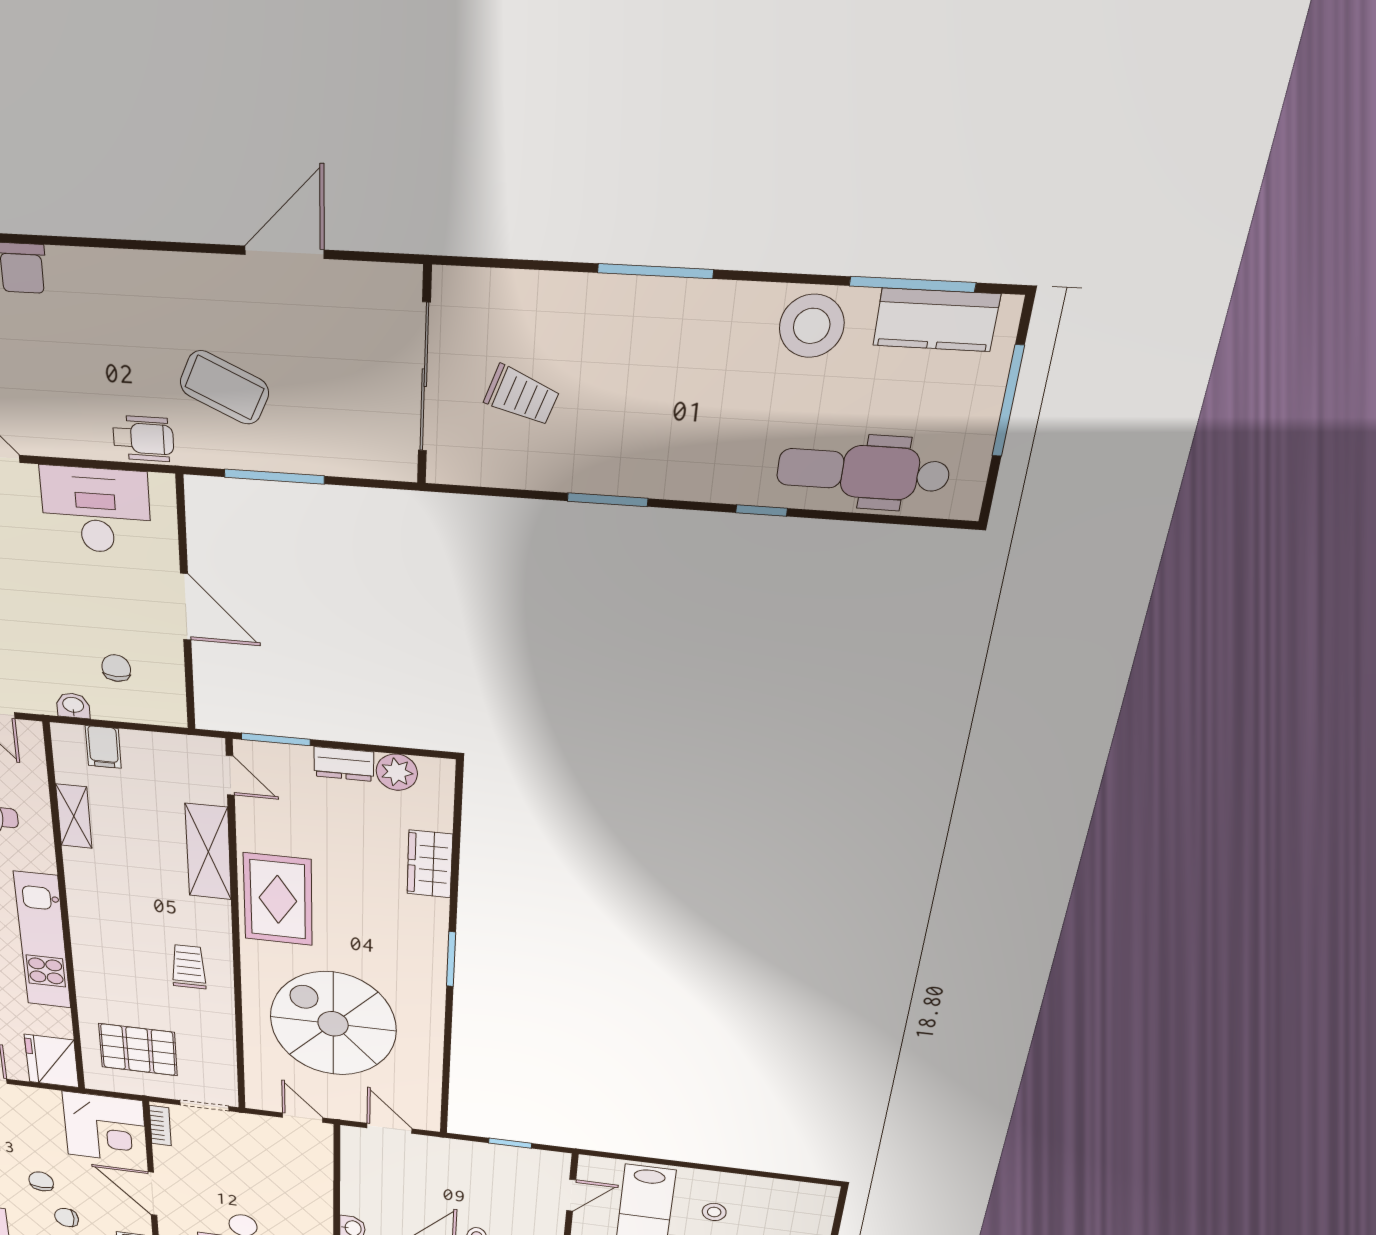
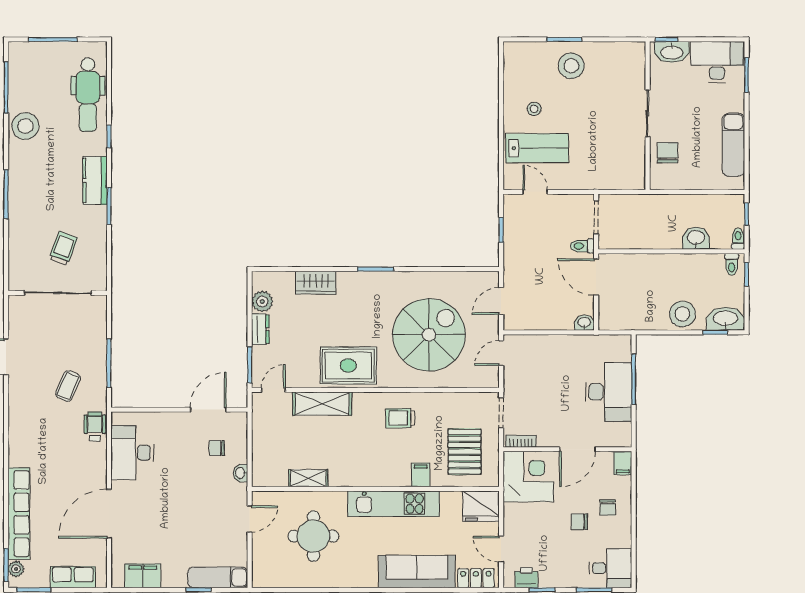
kitchen counter: (936, 320) -> (95, 180), moved, turned 180
coffee table: (224, 388) -> (68, 386), width x0.73, depth x0.77
door: (186, 607) -> (208, 410), moved
filing cabinet: (103, 747) -> (421, 475), moved, turned -90
spiral stairs: (333, 1024) -> (429, 335), turned 180

